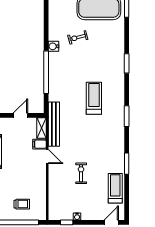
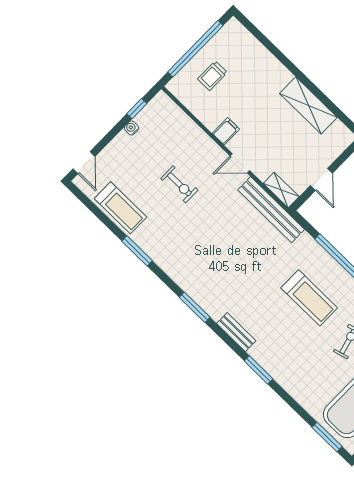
bench: (120, 88) -> (236, 332), added
treadmill: (94, 98) -> (309, 298), moved
filing cabinet: (40, 144) -> (226, 131), moved

